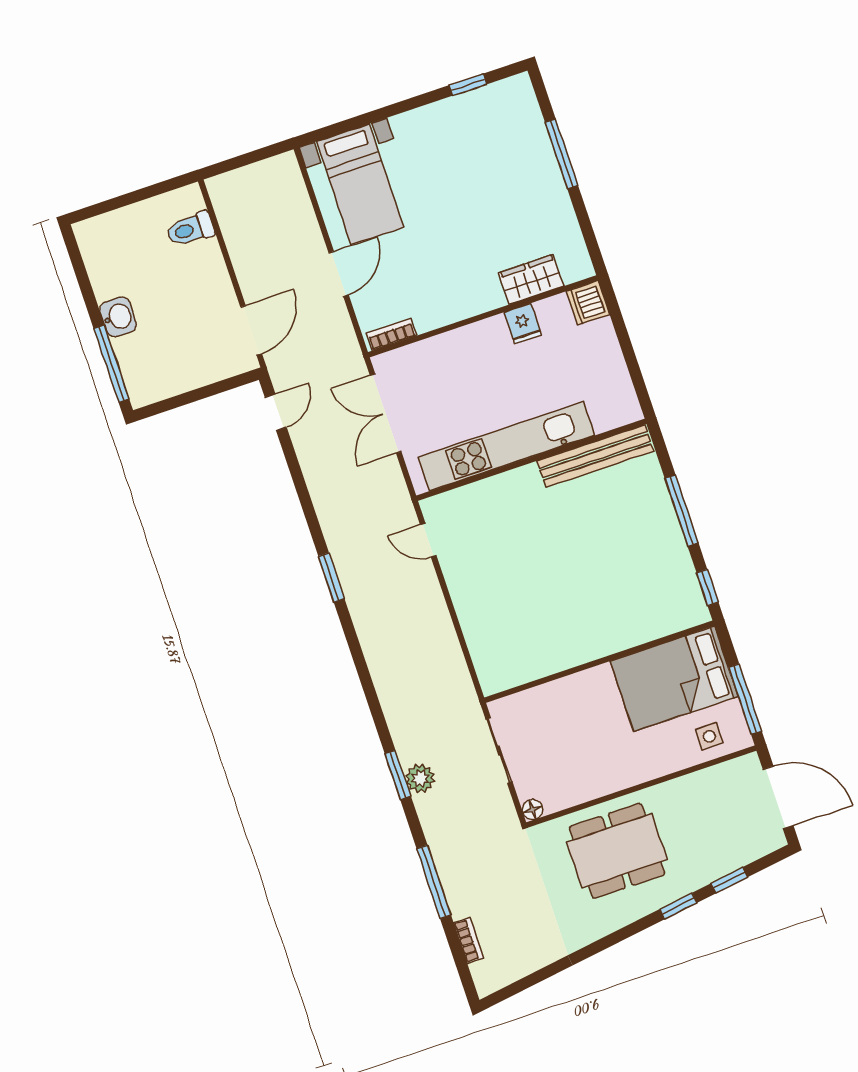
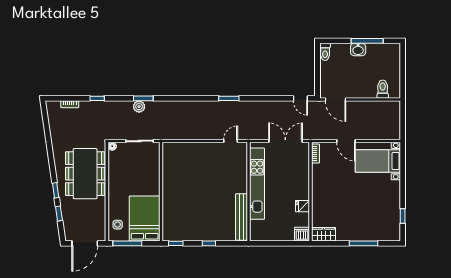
wardrobe: (531, 279) -> (324, 234), moved, turned -90
window: (111, 364) -> (367, 41), moved
toilet: (149, 391) -> (325, 52), added
window: (682, 511) -> (209, 243), width x0.46
dining table: (617, 851) -> (85, 174), width x1.36, depth x1.24
window: (434, 882) -> (97, 98), width x0.46

